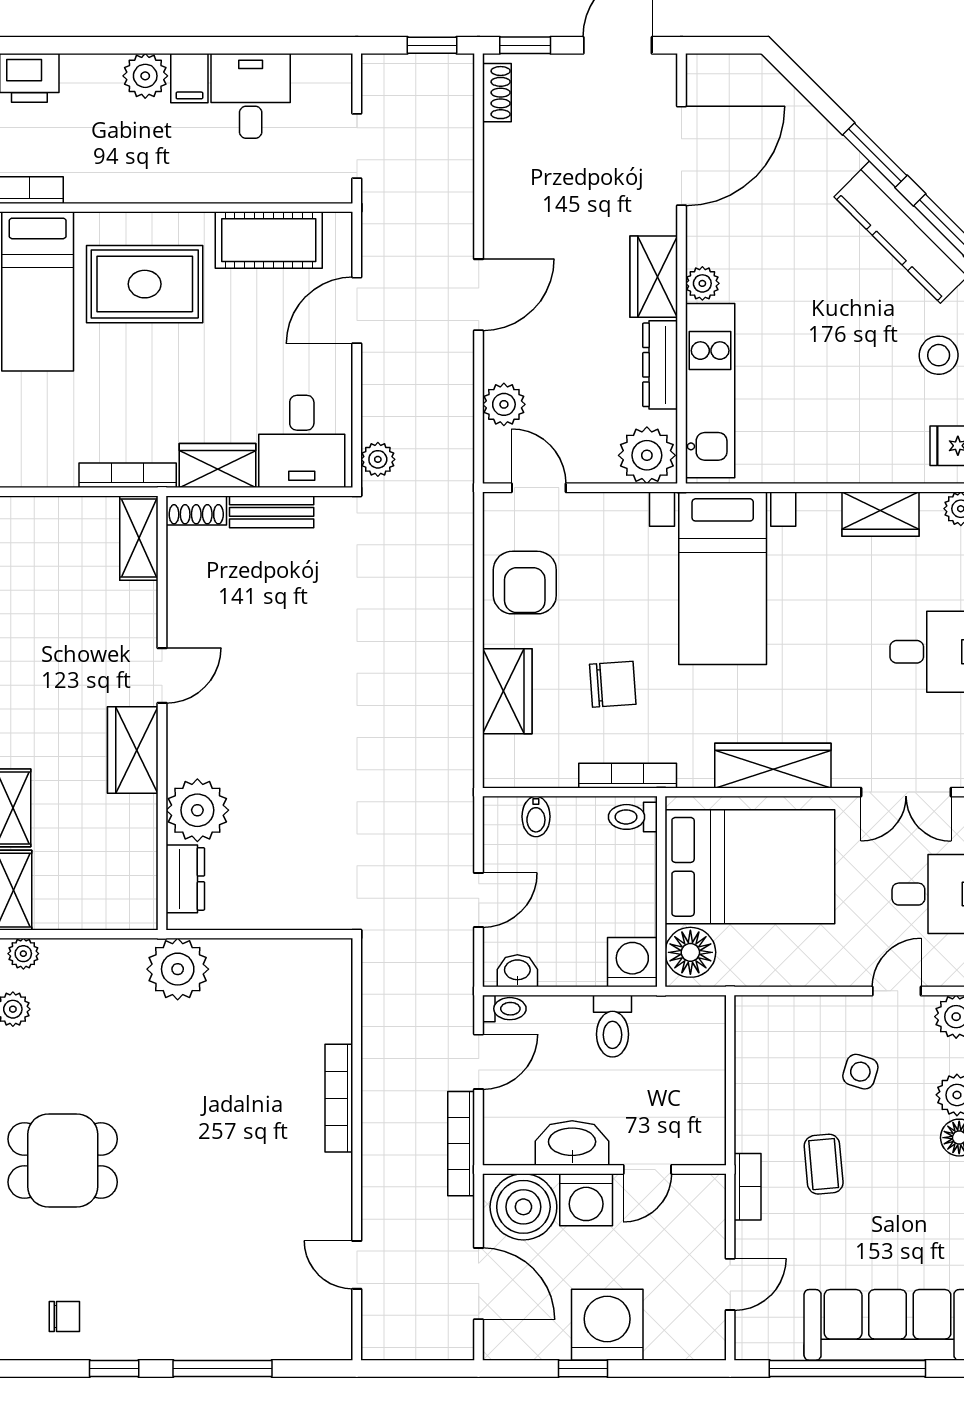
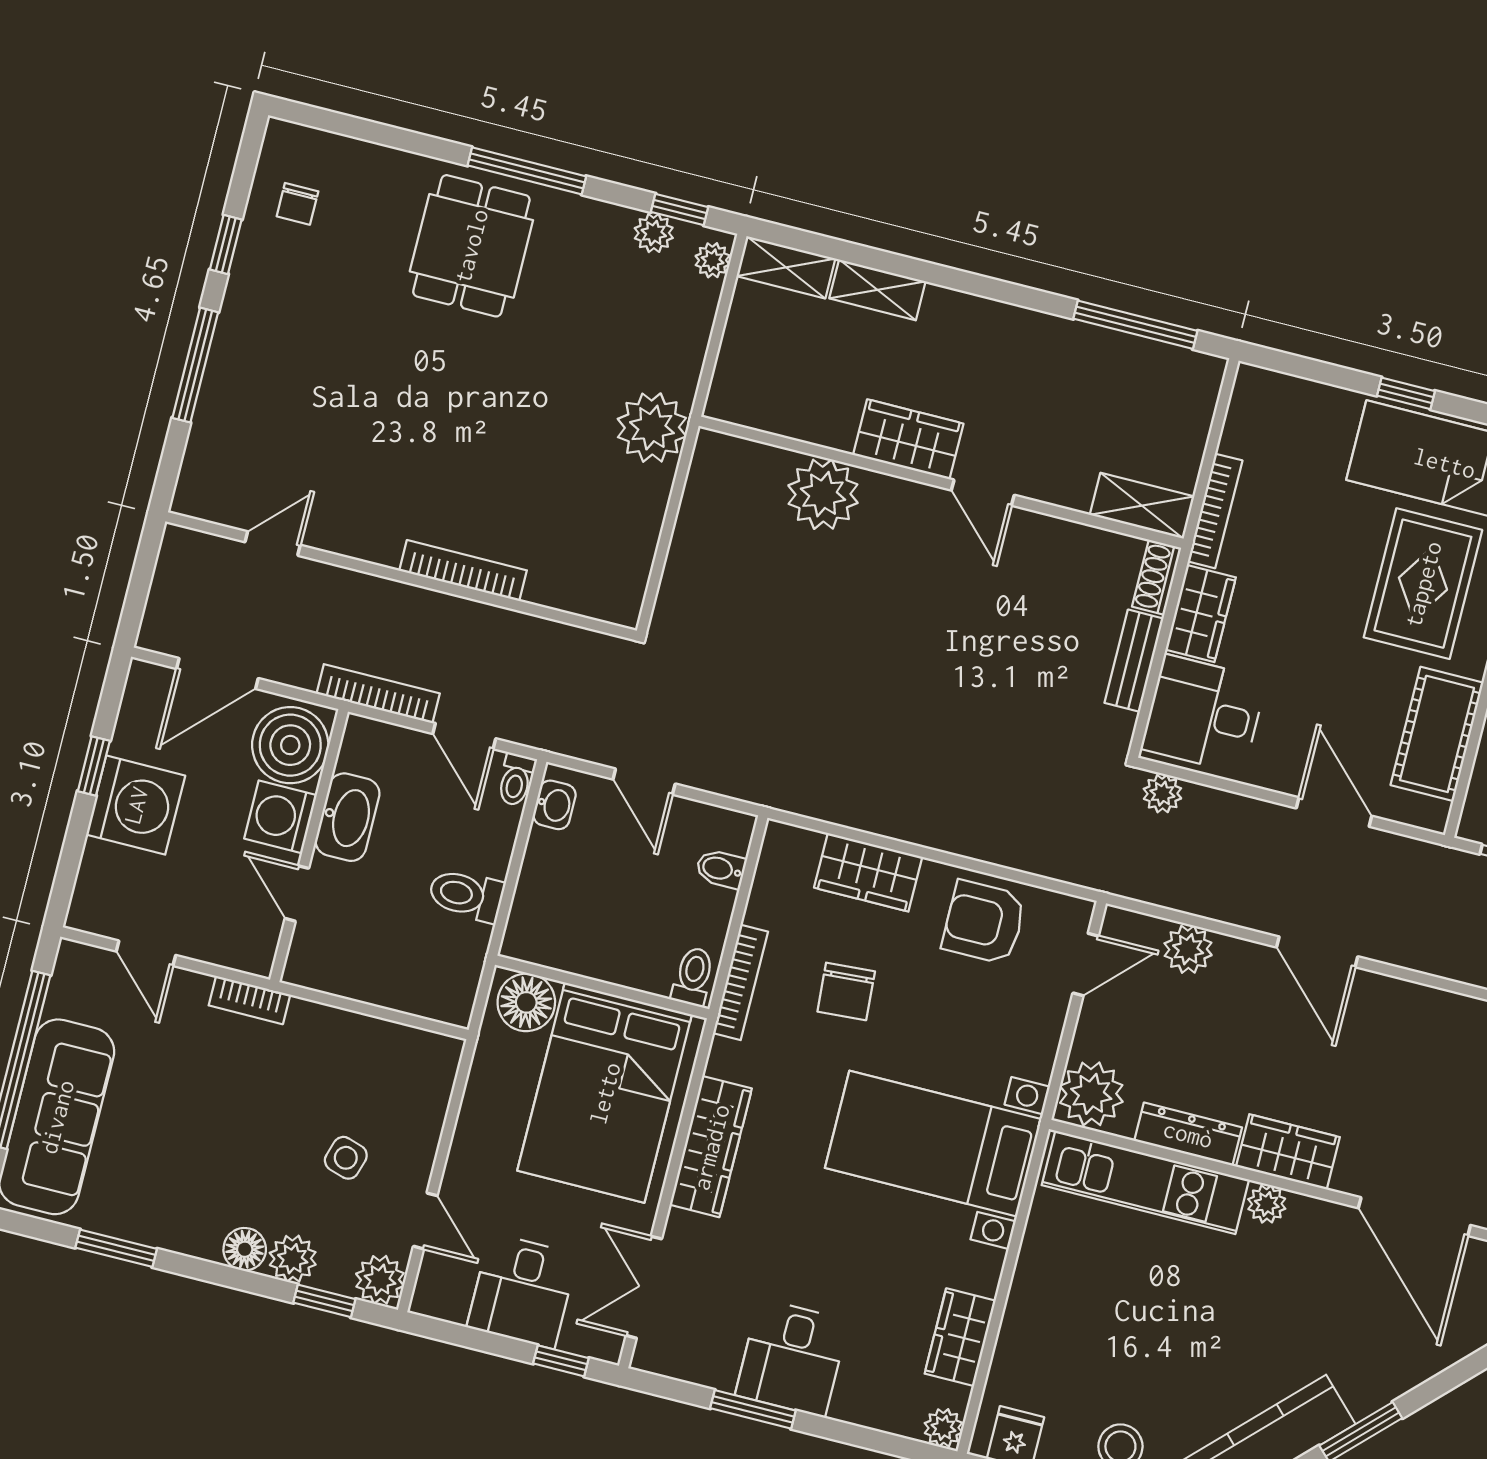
dresser: (185, 879) -> (750, 461), removed
washing machine: (632, 962) -> (532, 935), removed
coffee table: (824, 1164) -> (253, 1091), removed

